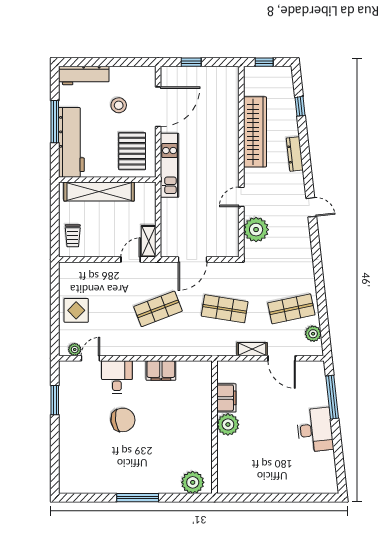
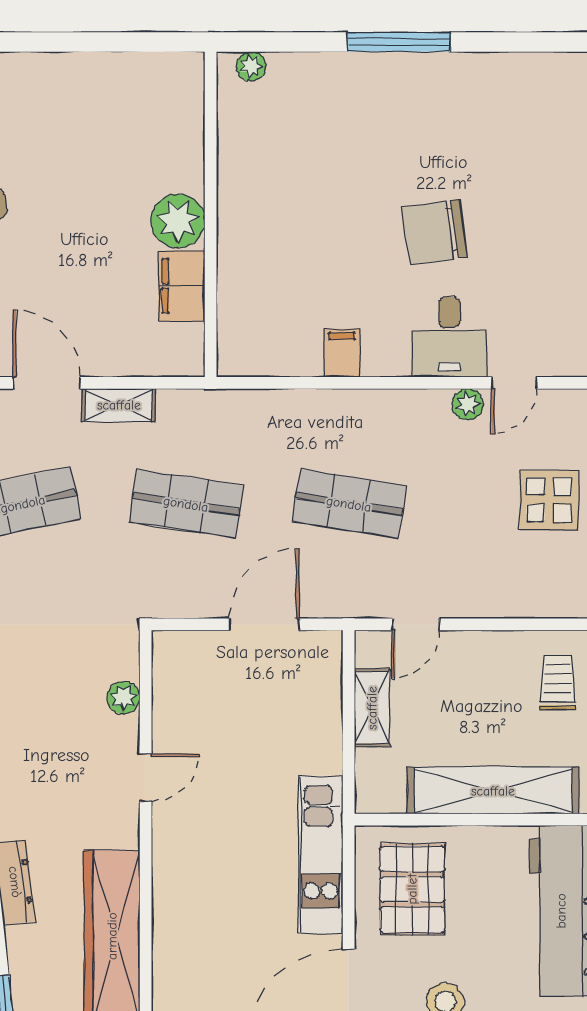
plant: (256, 230) -> (123, 698), width x0.53, depth x0.53
shelving: (149, 241) -> (372, 708), moved
shop shelf: (158, 309) -> (349, 504), turned 30
plant: (75, 349) -> (468, 404), moved
filing cabinet: (161, 370) -> (342, 353), width x0.50
plant: (193, 482) -> (251, 66), width x0.53, depth x0.53

